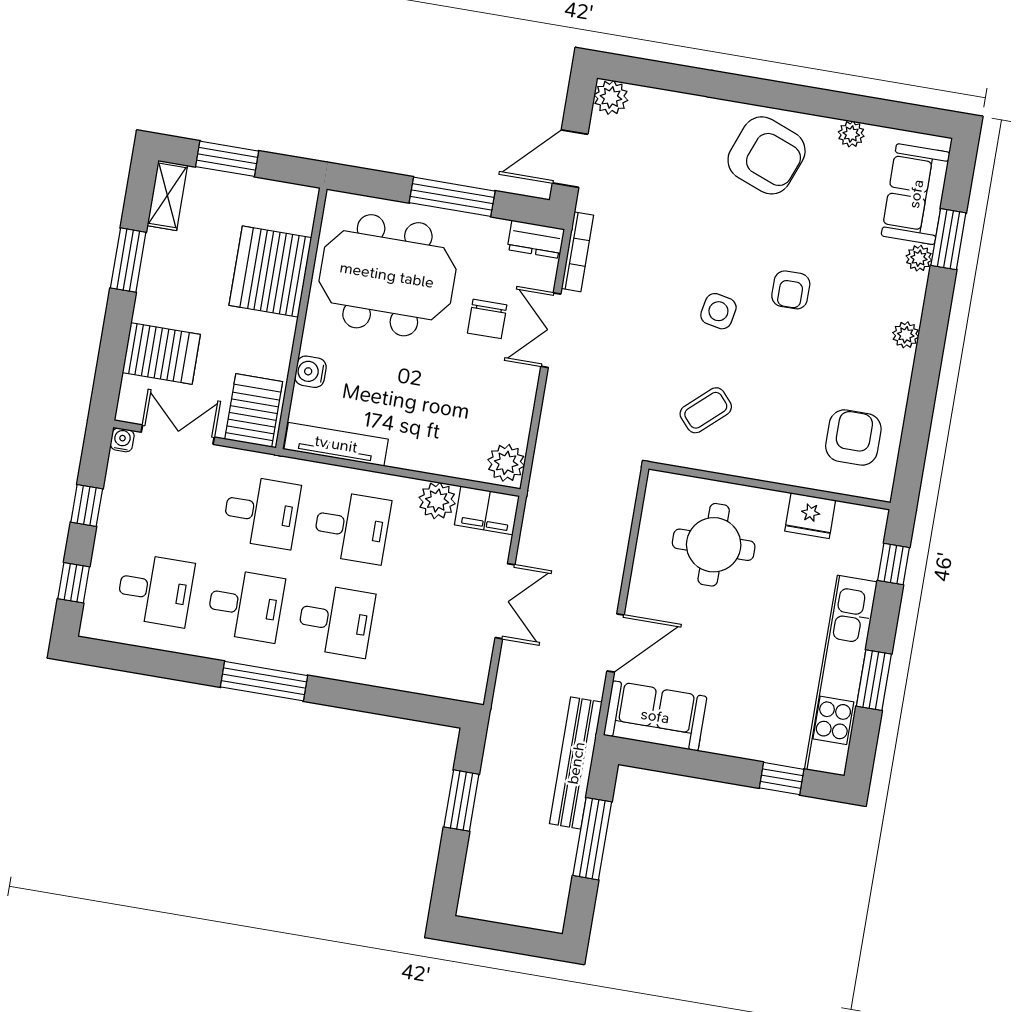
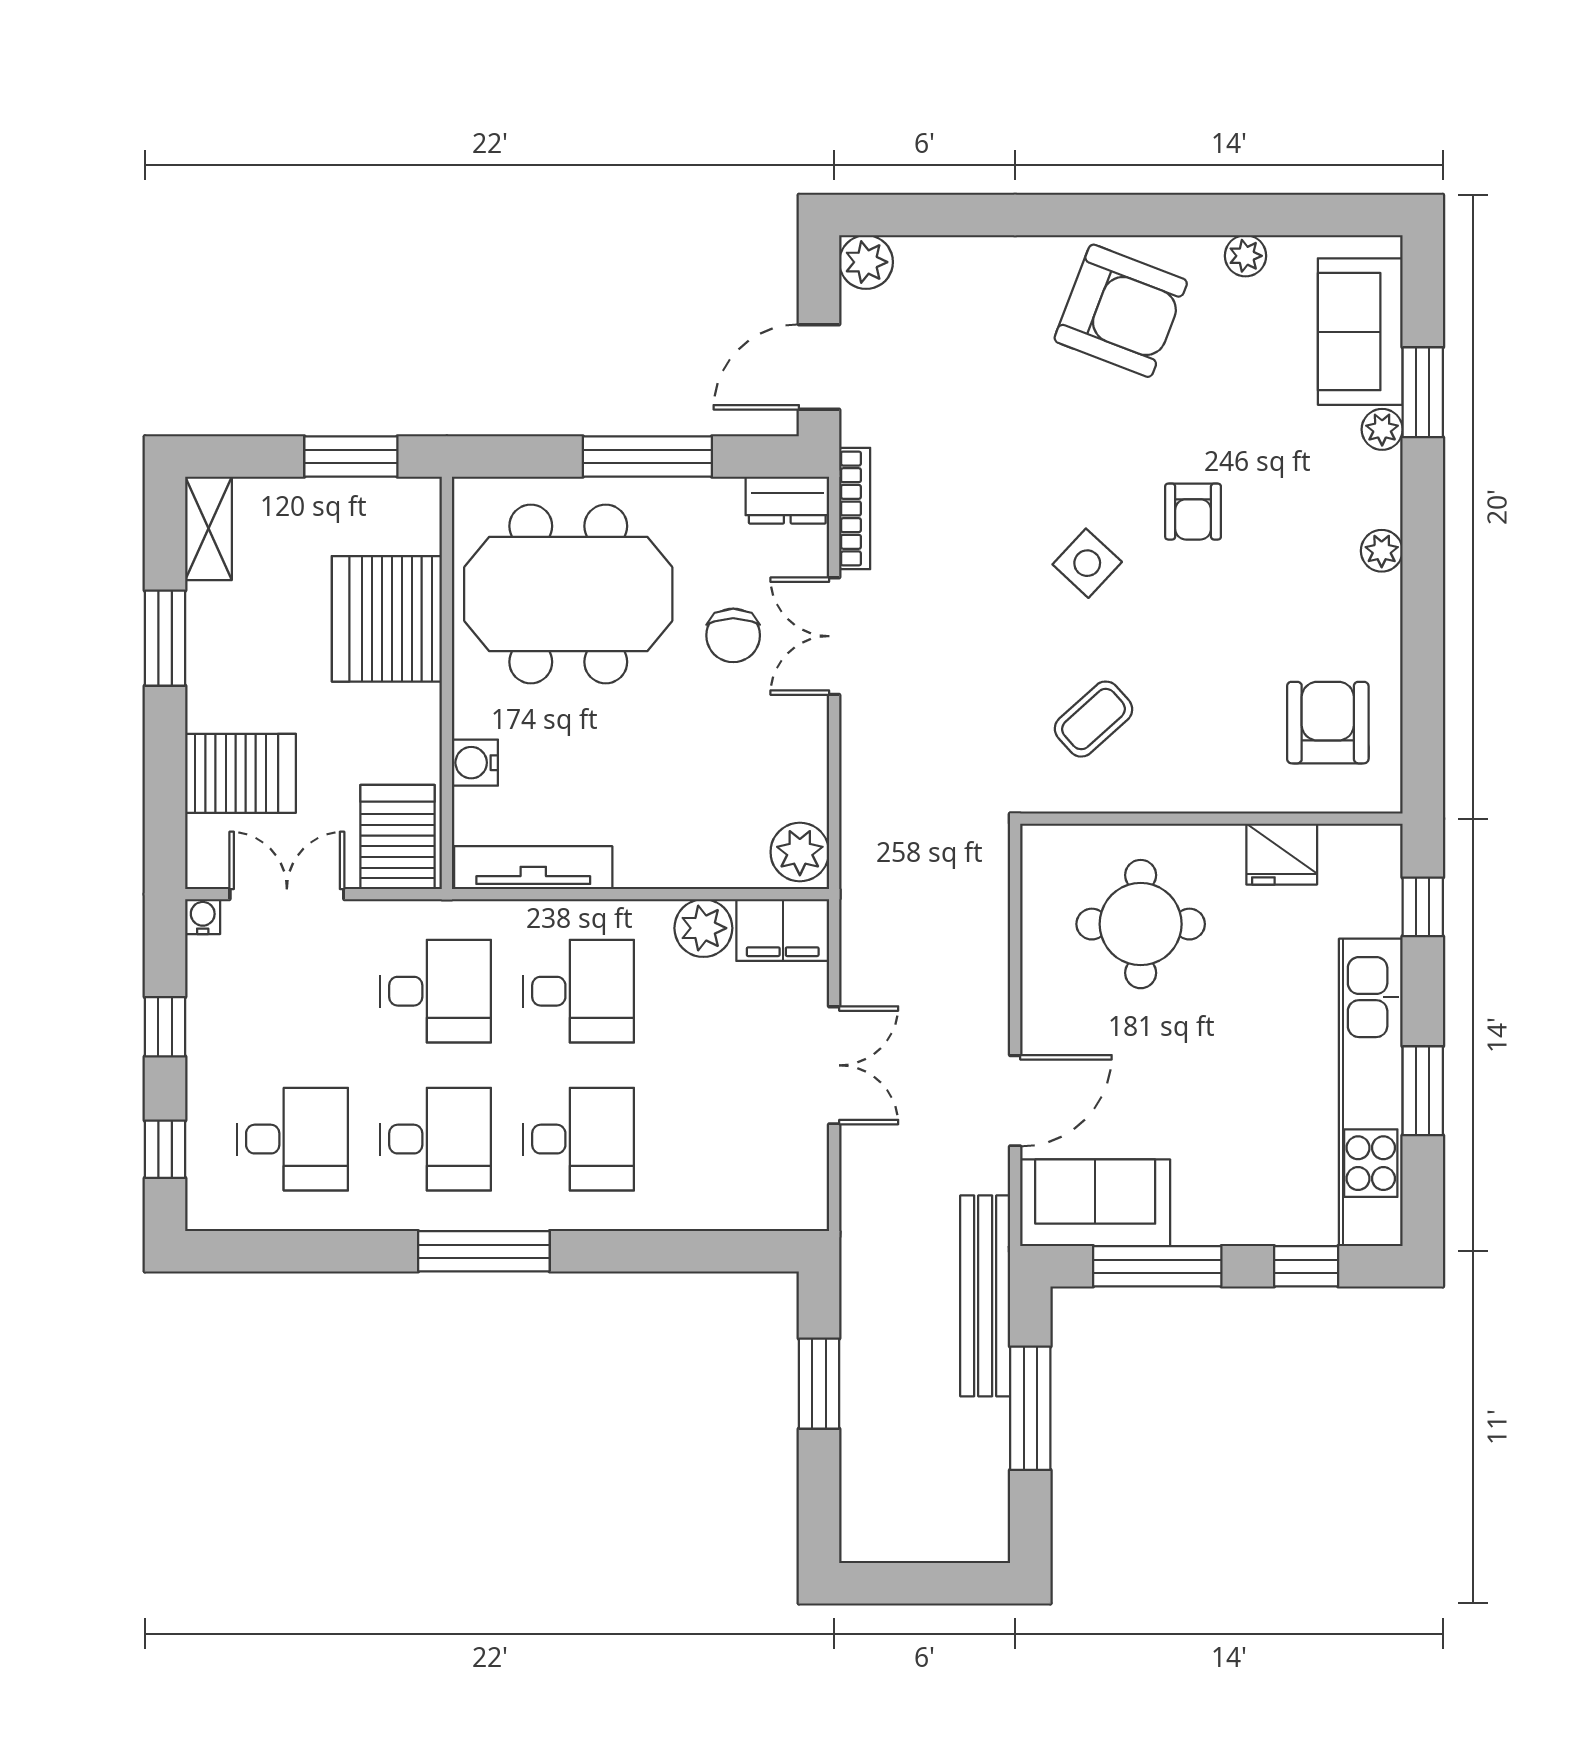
window: (227, 159) -> (351, 456), moved
side table: (718, 311) -> (1087, 563), turned 32
window: (688, 763) -> (1157, 1266), added

